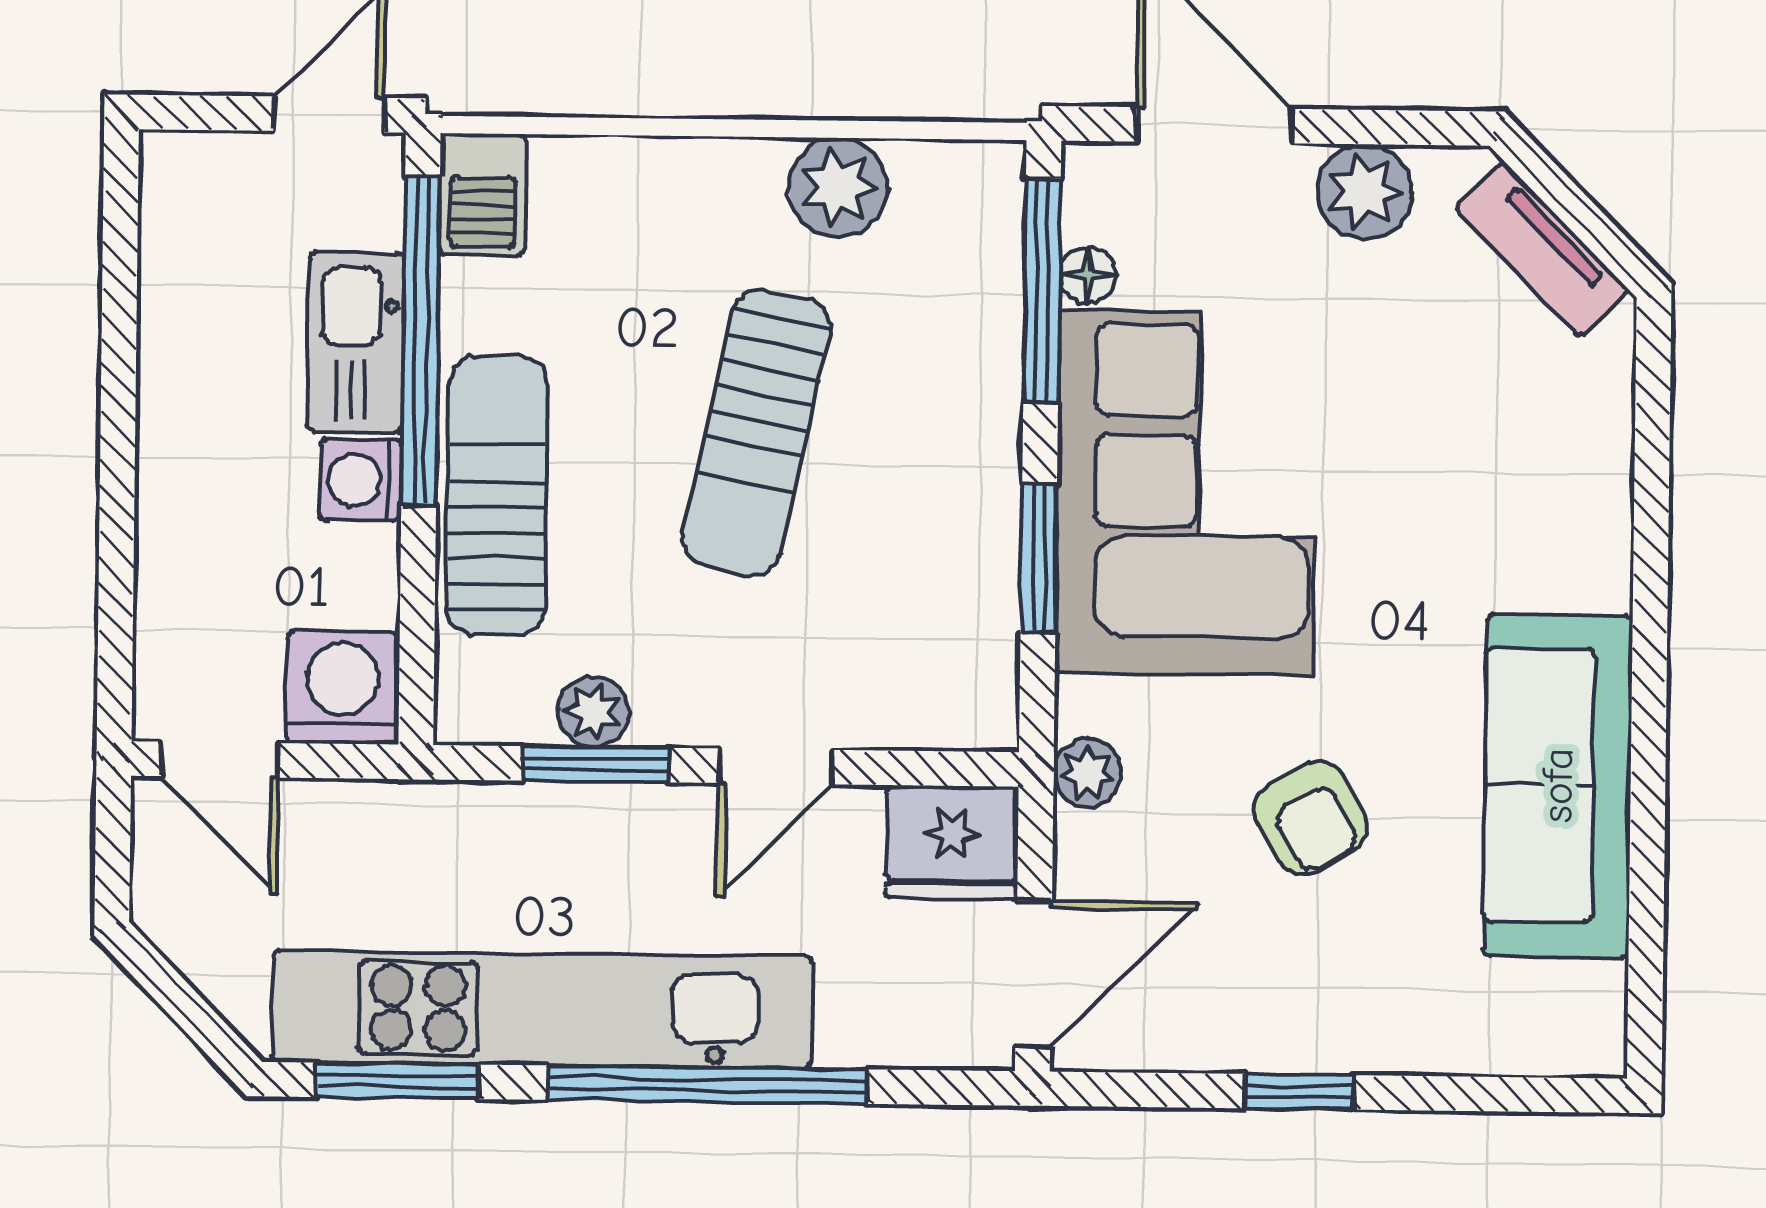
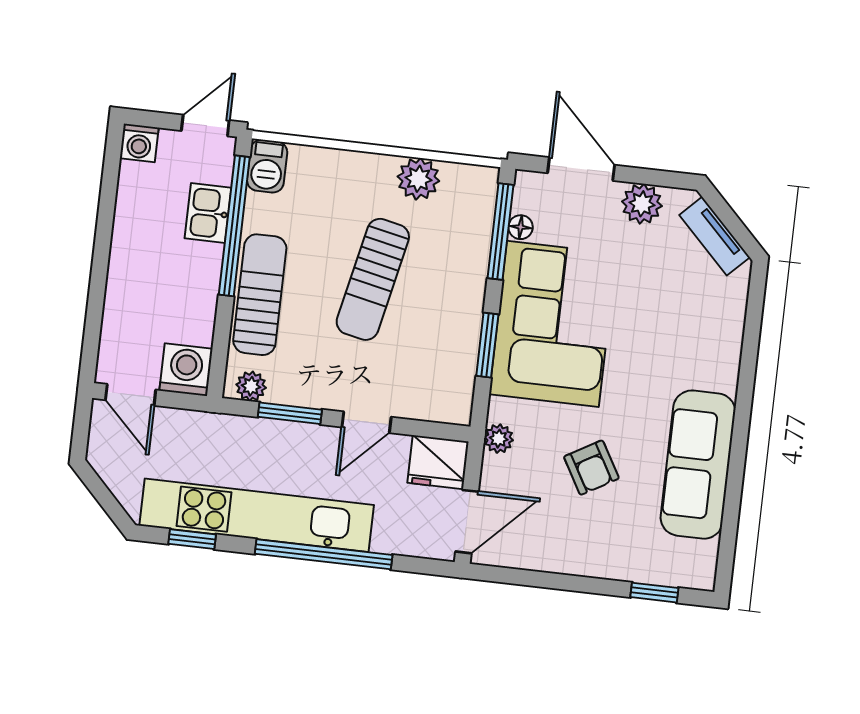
kitchen sink: (356, 342) -> (208, 213), width x0.73
washing machine: (361, 480) -> (139, 143), moved, turned -90
plant: (593, 712) -> (251, 386), moved
window: (398, 1081) -> (192, 539), width x0.67
window: (1299, 1092) -> (654, 593), moved

